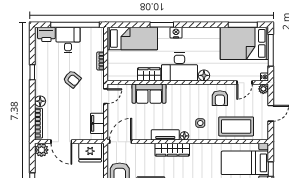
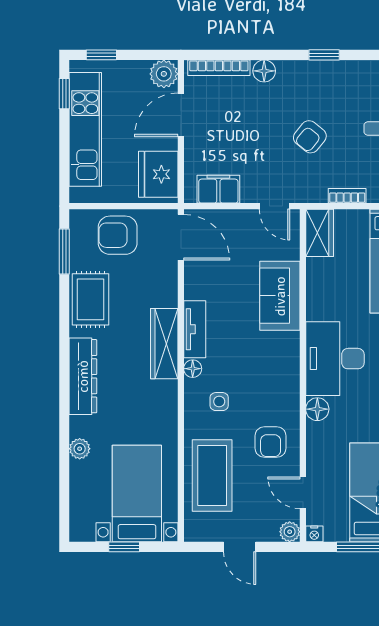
wardrobe: (149, 74) -> (320, 233), moved
armchair: (220, 98) -> (271, 442), turned -90

